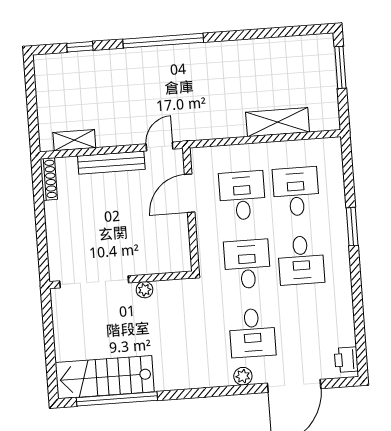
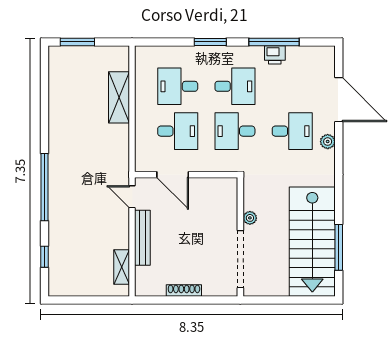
shoe rack: (49, 179) -> (184, 291), moved
desk: (242, 195) -> (178, 131), turned 180
window: (358, 303) -> (274, 42), added
printer: (346, 360) -> (275, 55), moved
stairs: (105, 377) -> (312, 242), width x1.36, depth x1.51
window: (117, 399) -> (339, 247), width x0.68

